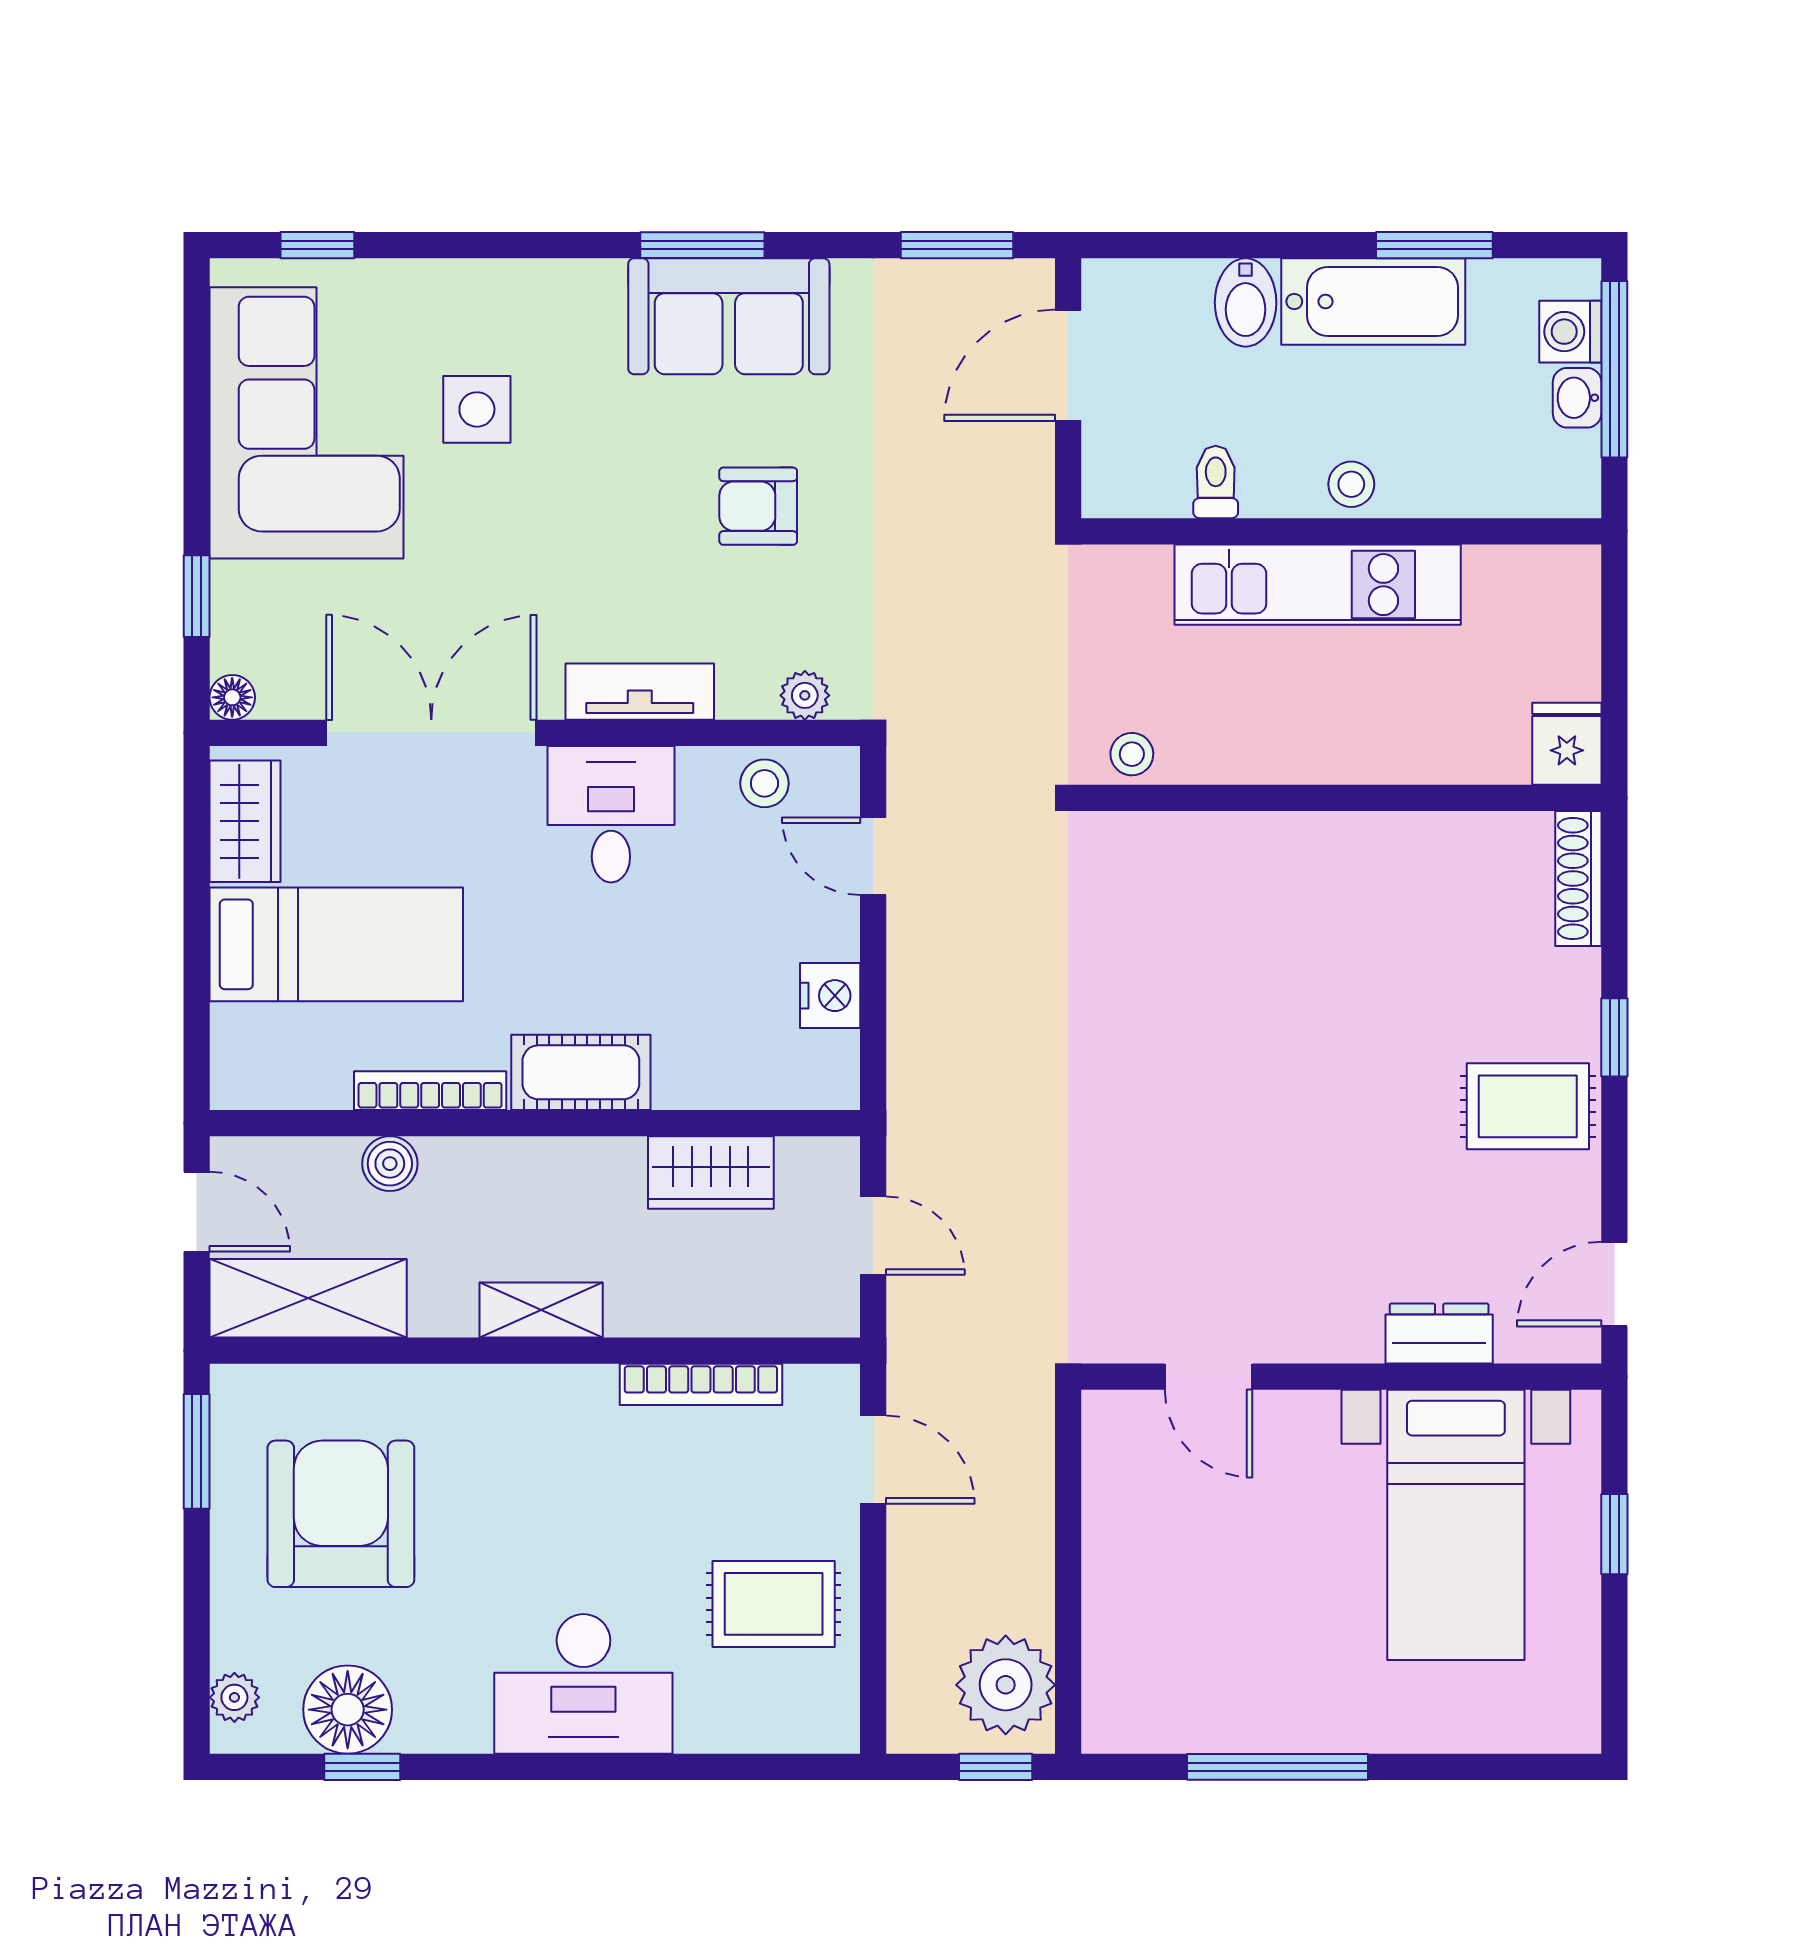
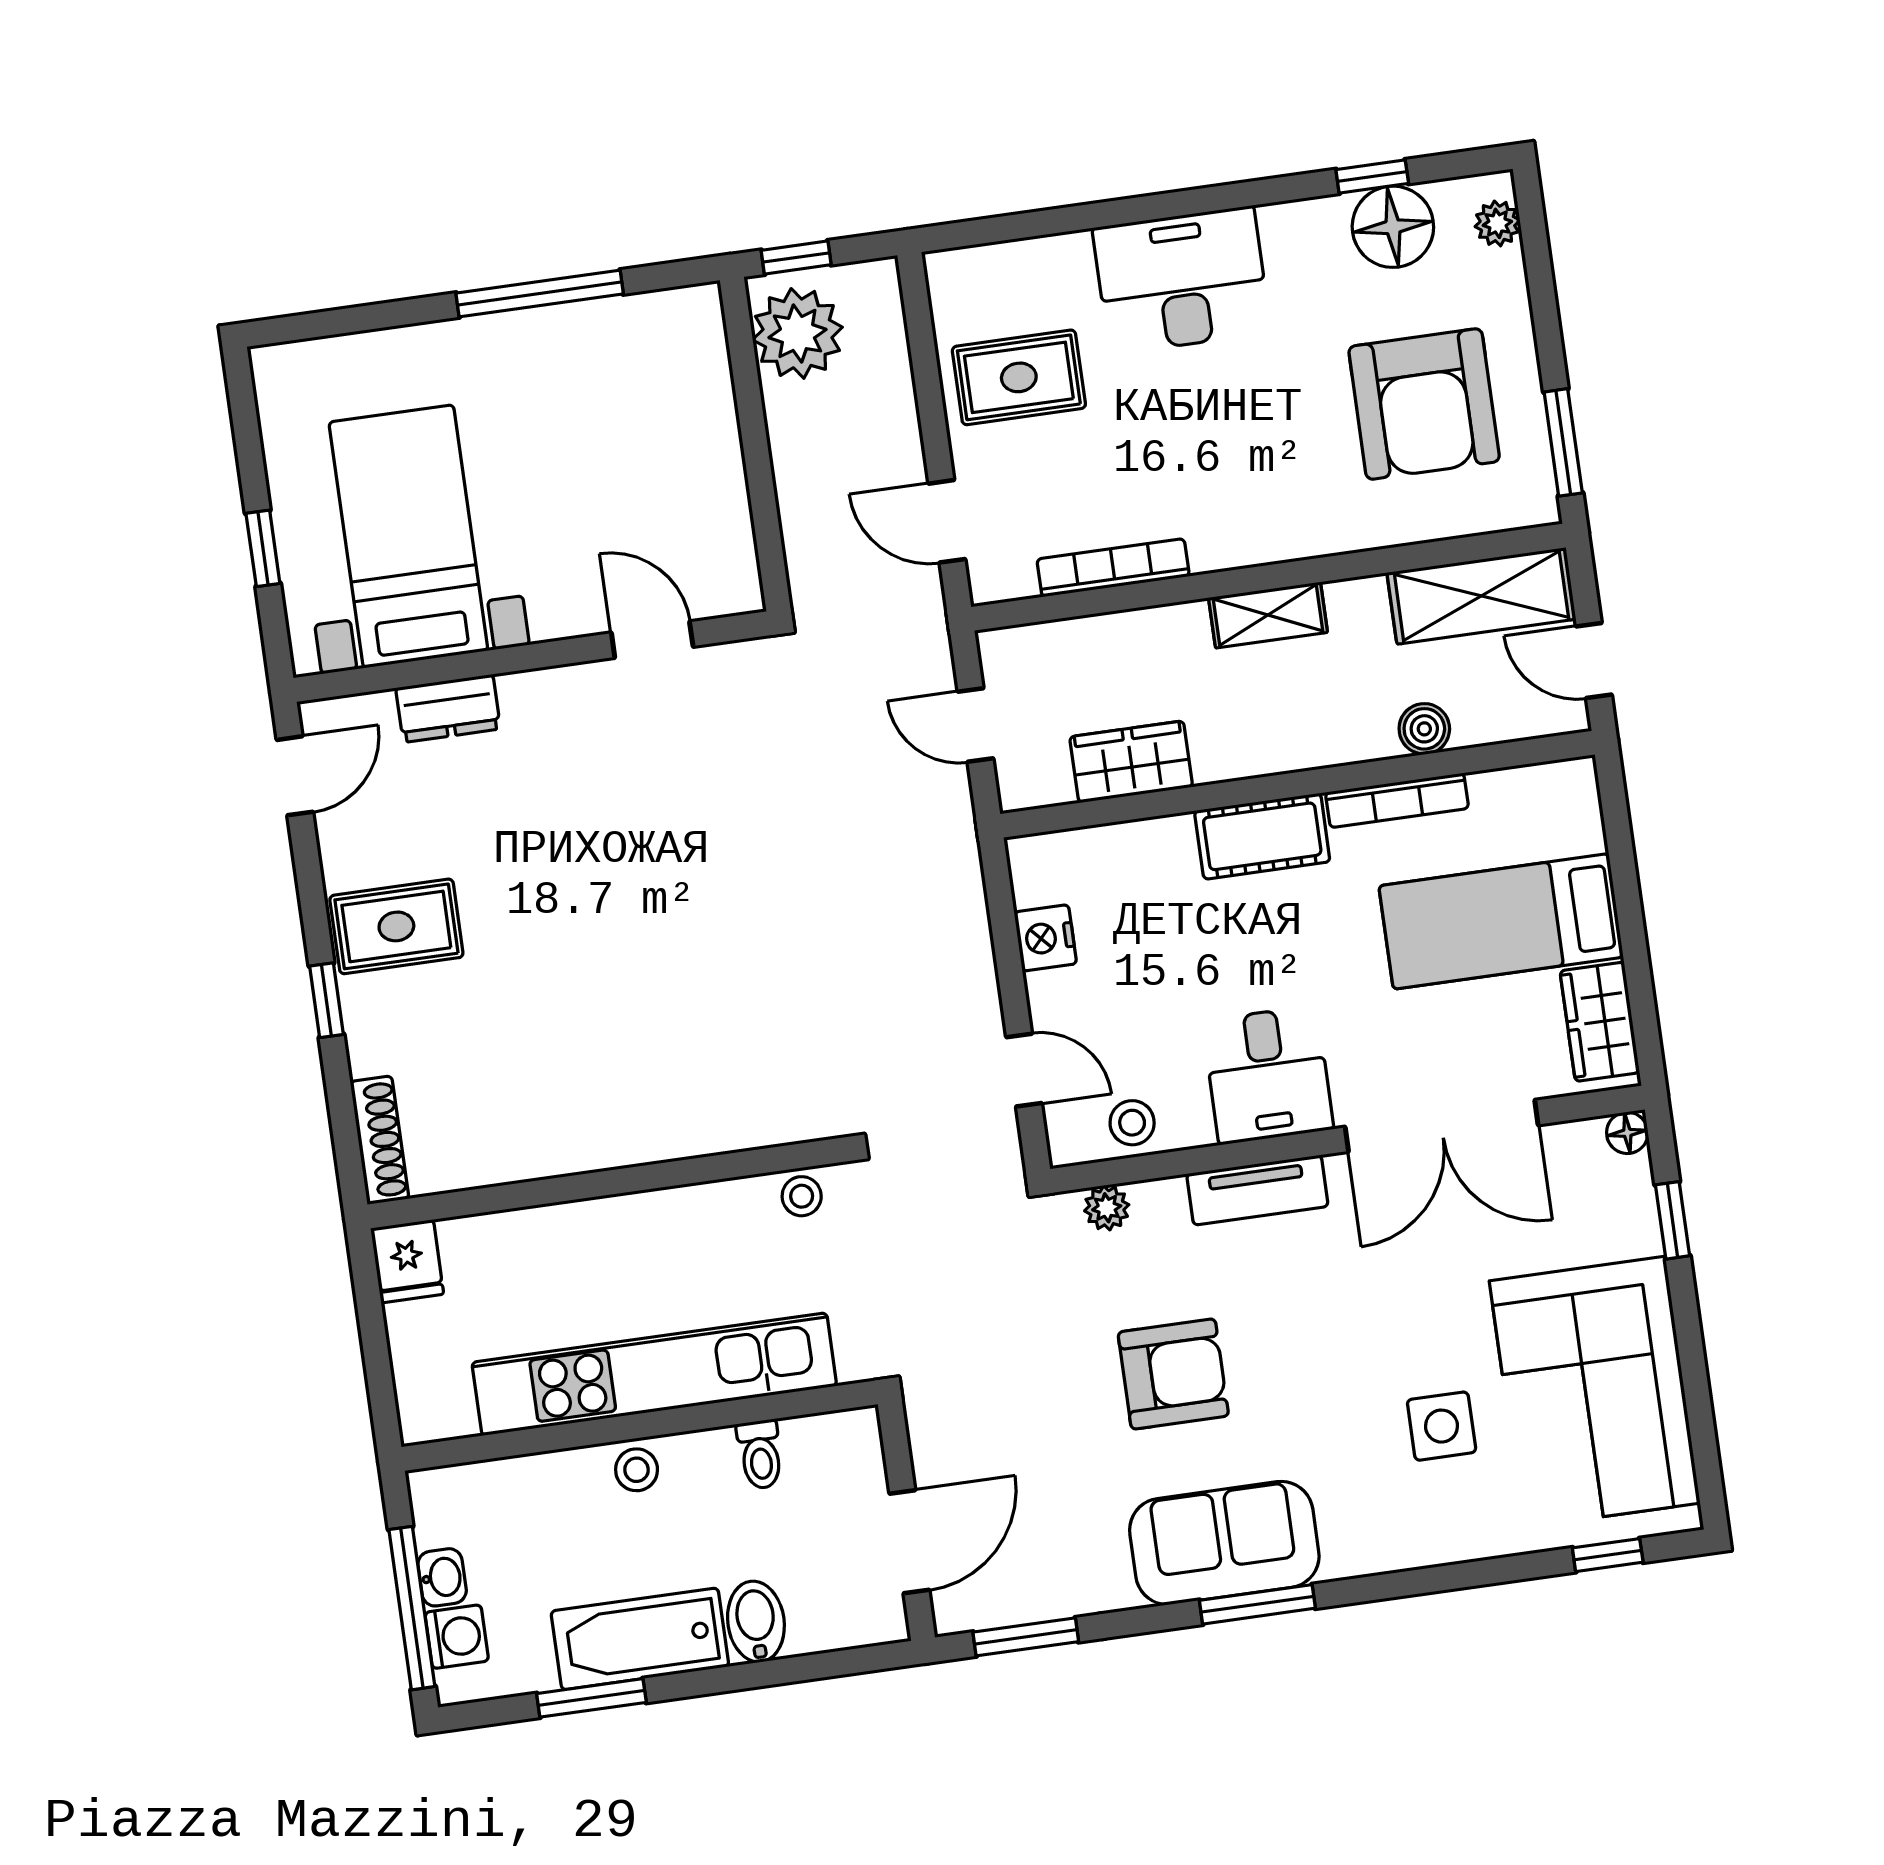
armchair: (758, 506) -> (1173, 1374), width x1.38, depth x1.38
kitchen unit: (1318, 585) -> (654, 1374), width x1.36

